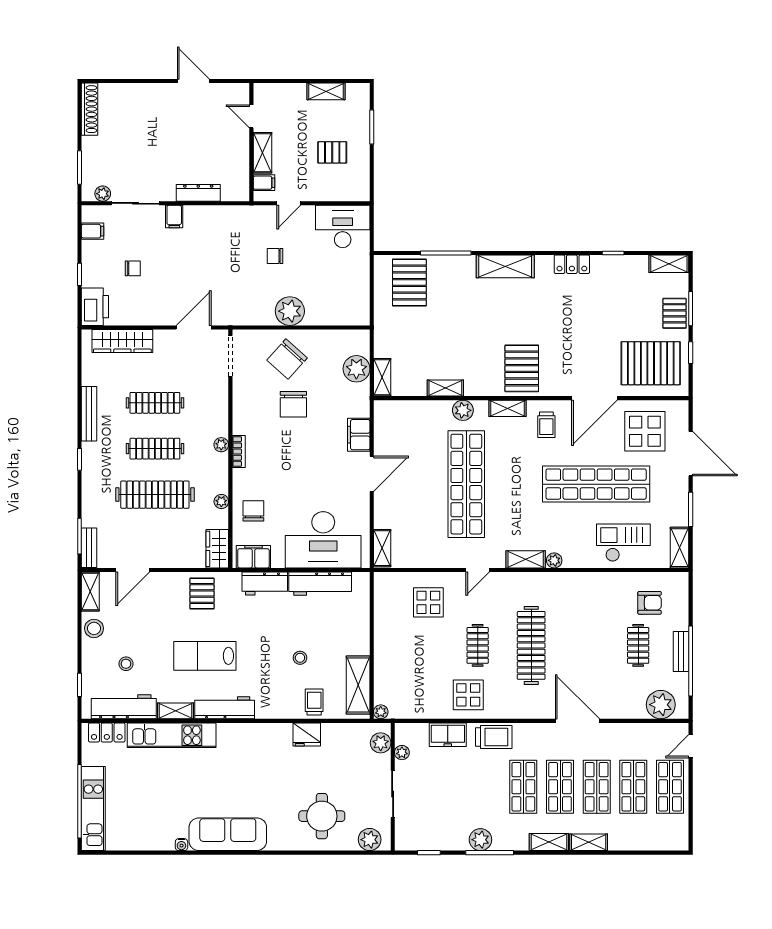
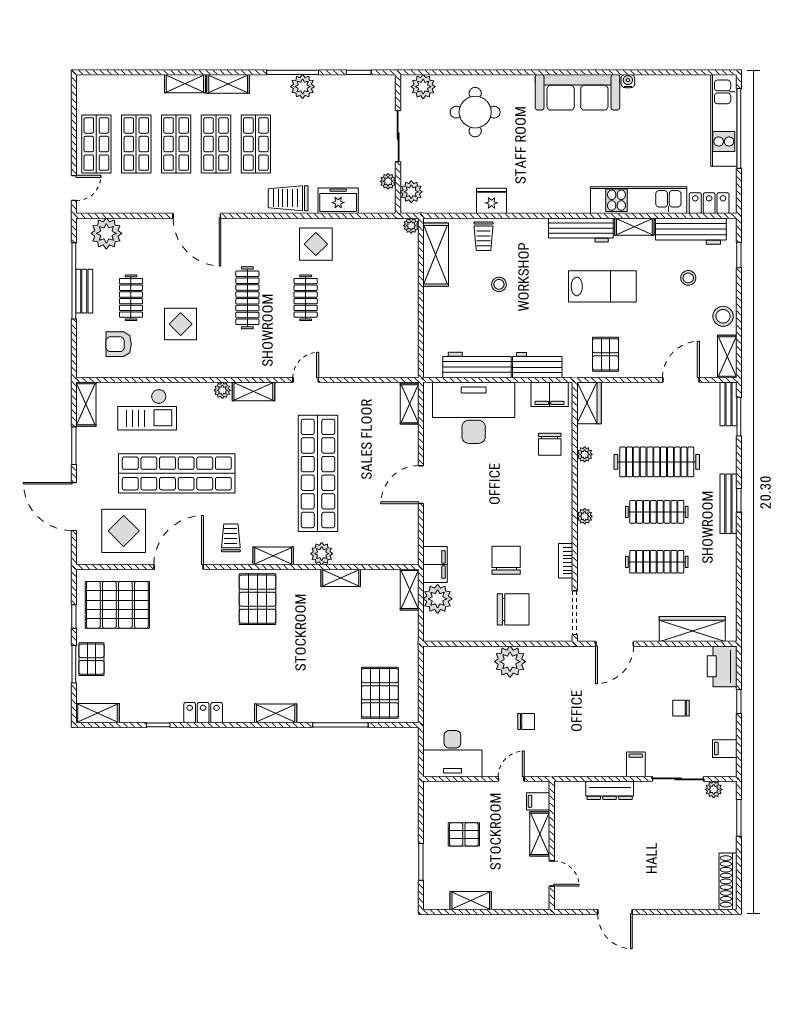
shelving: (505, 266) -> (276, 713), width x0.67, depth x0.75
chair: (287, 359) -> (513, 609), turned 48
bench: (89, 414) -> (728, 504), moved
filing cabinet: (359, 435) -> (435, 565), moved
bookcase: (239, 452) -> (566, 561), moved
display table: (428, 602) -> (181, 324), moved
clothes rail: (531, 645) -> (247, 298), width x0.73, depth x0.76

